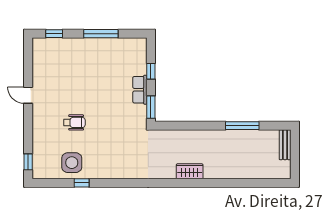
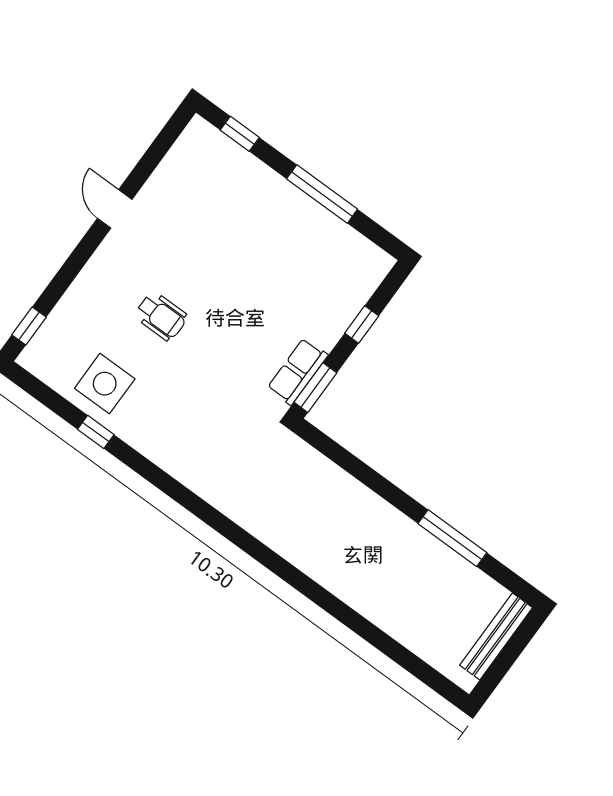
row of seats: (140, 90) -> (298, 372), moved
bench: (285, 145) -> (496, 636), width x1.36
wardrobe: (190, 171) -> (301, 551), removed

